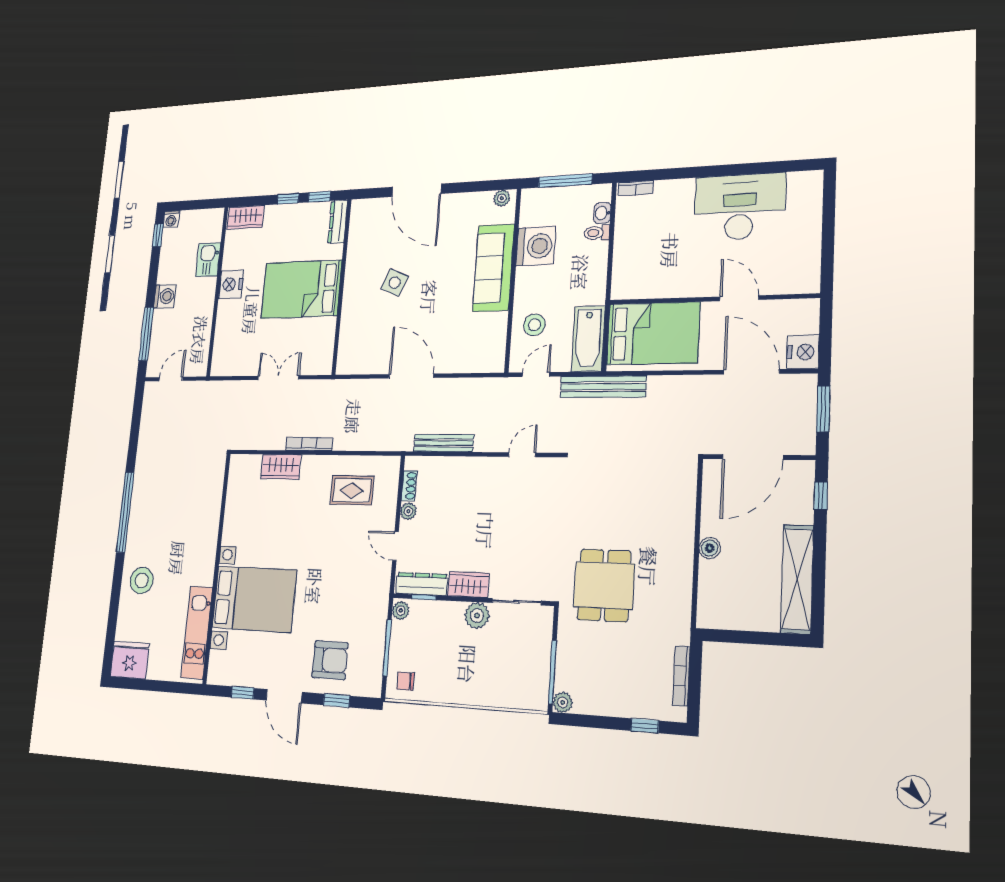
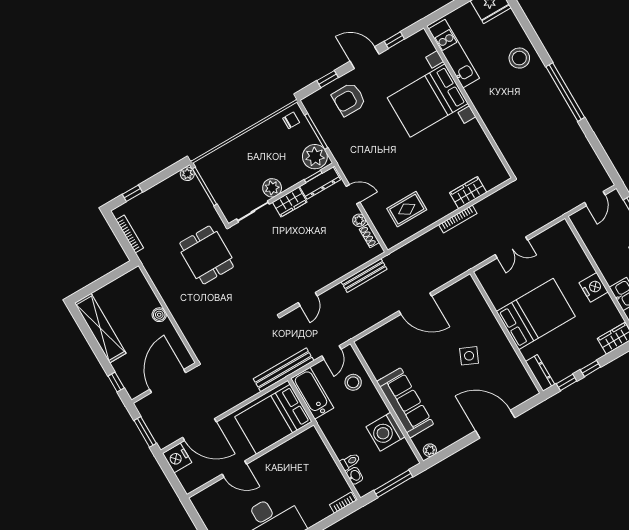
plant: (401, 611) -> (315, 157), width x1.87, depth x1.87

